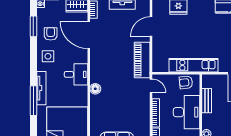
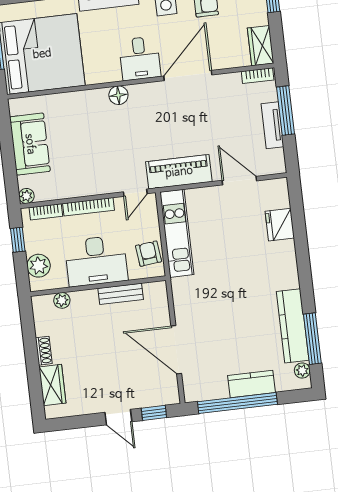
door: (89, 35) -> (188, 76), moved
kitchen unit: (194, 65) -> (177, 233), moved

